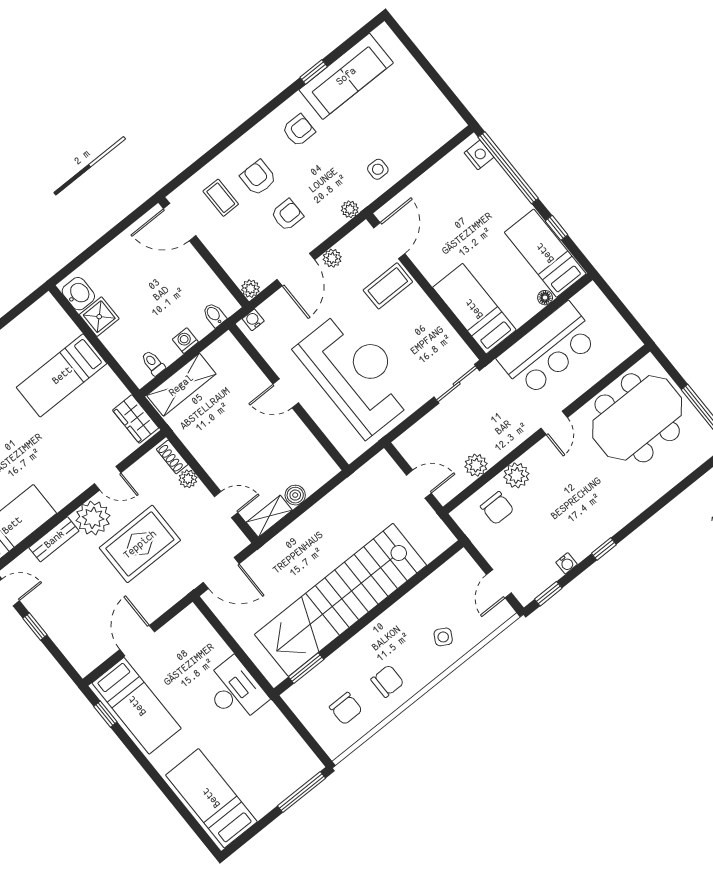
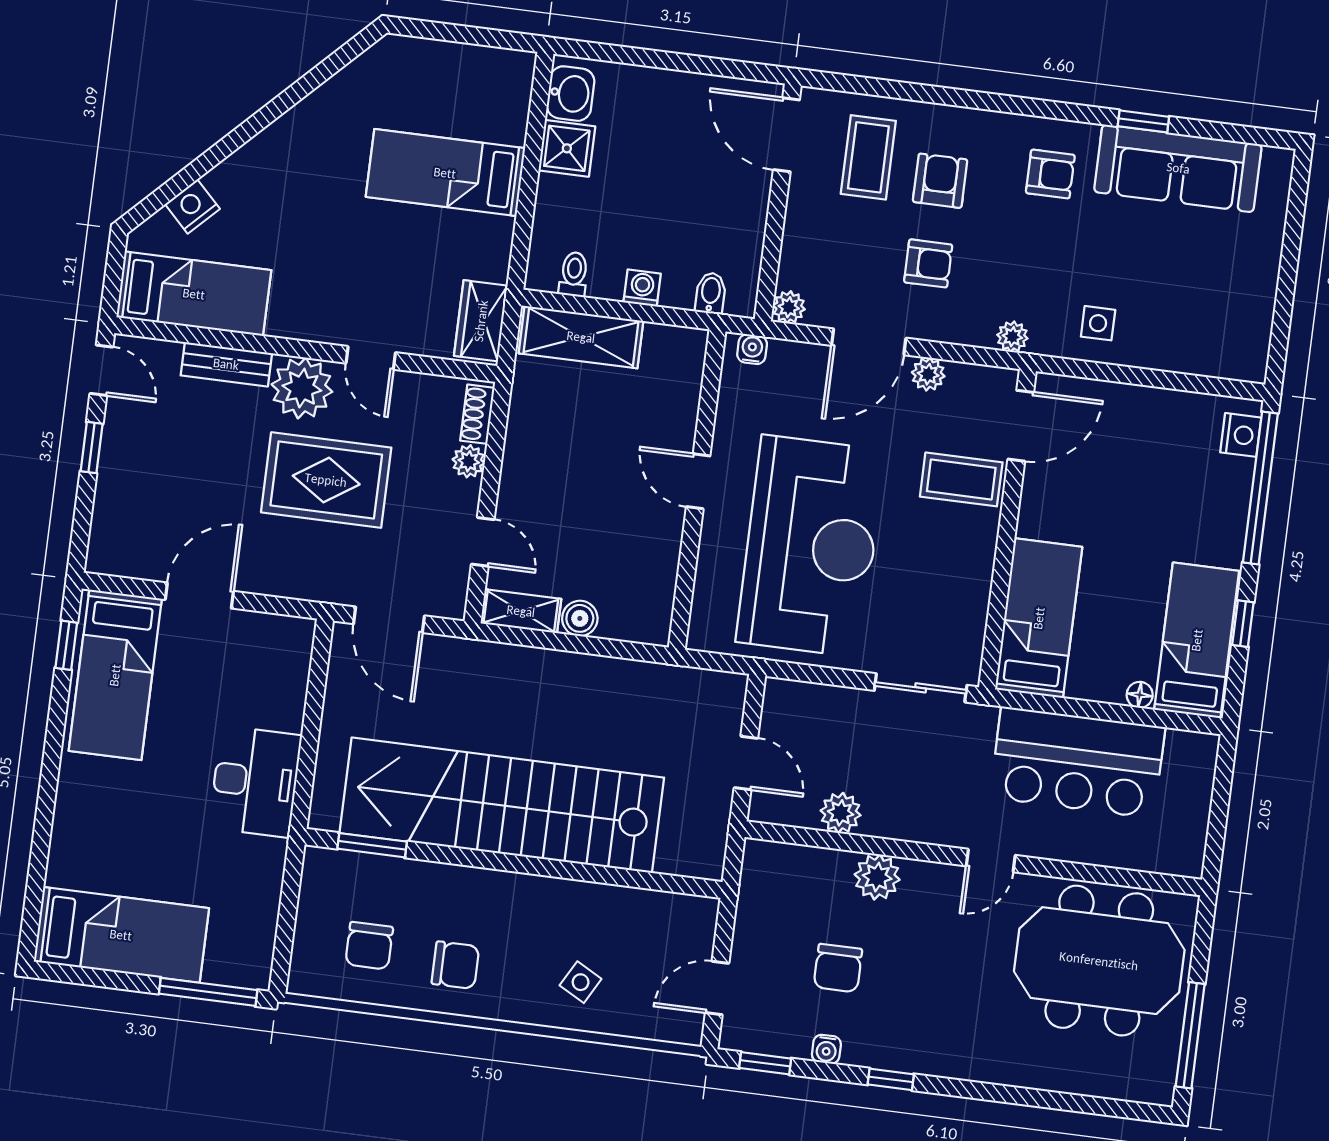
coffee table: (221, 198) -> (868, 157), width x1.36, depth x1.30
chair: (497, 508) -> (838, 968), moved
bed: (211, 798) -> (121, 935), moved, turned 90

